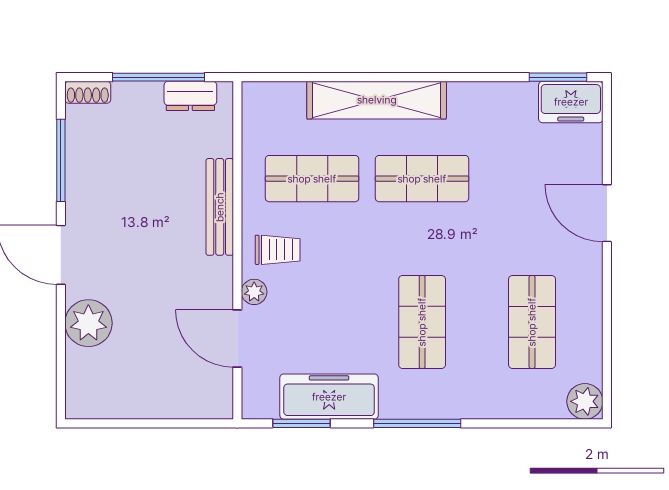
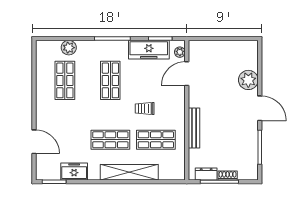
shoe rack: (88, 92) -> (228, 175), moved
freezer: (571, 102) -> (74, 171), moved
door: (607, 213) -> (34, 142), moved
trolley: (278, 250) -> (145, 109), moved
plant: (254, 292) -> (180, 52), moved
door: (237, 338) -> (187, 74), swing flipped
plant: (585, 401) -> (69, 48), moved

